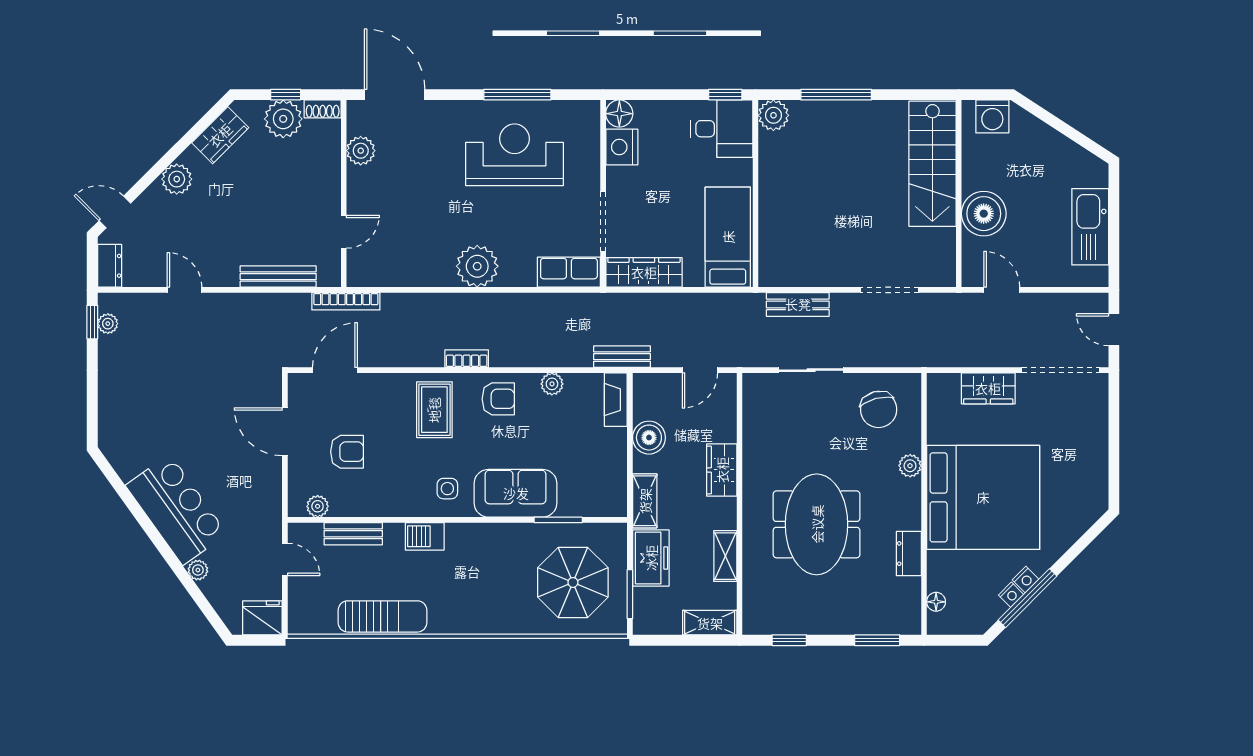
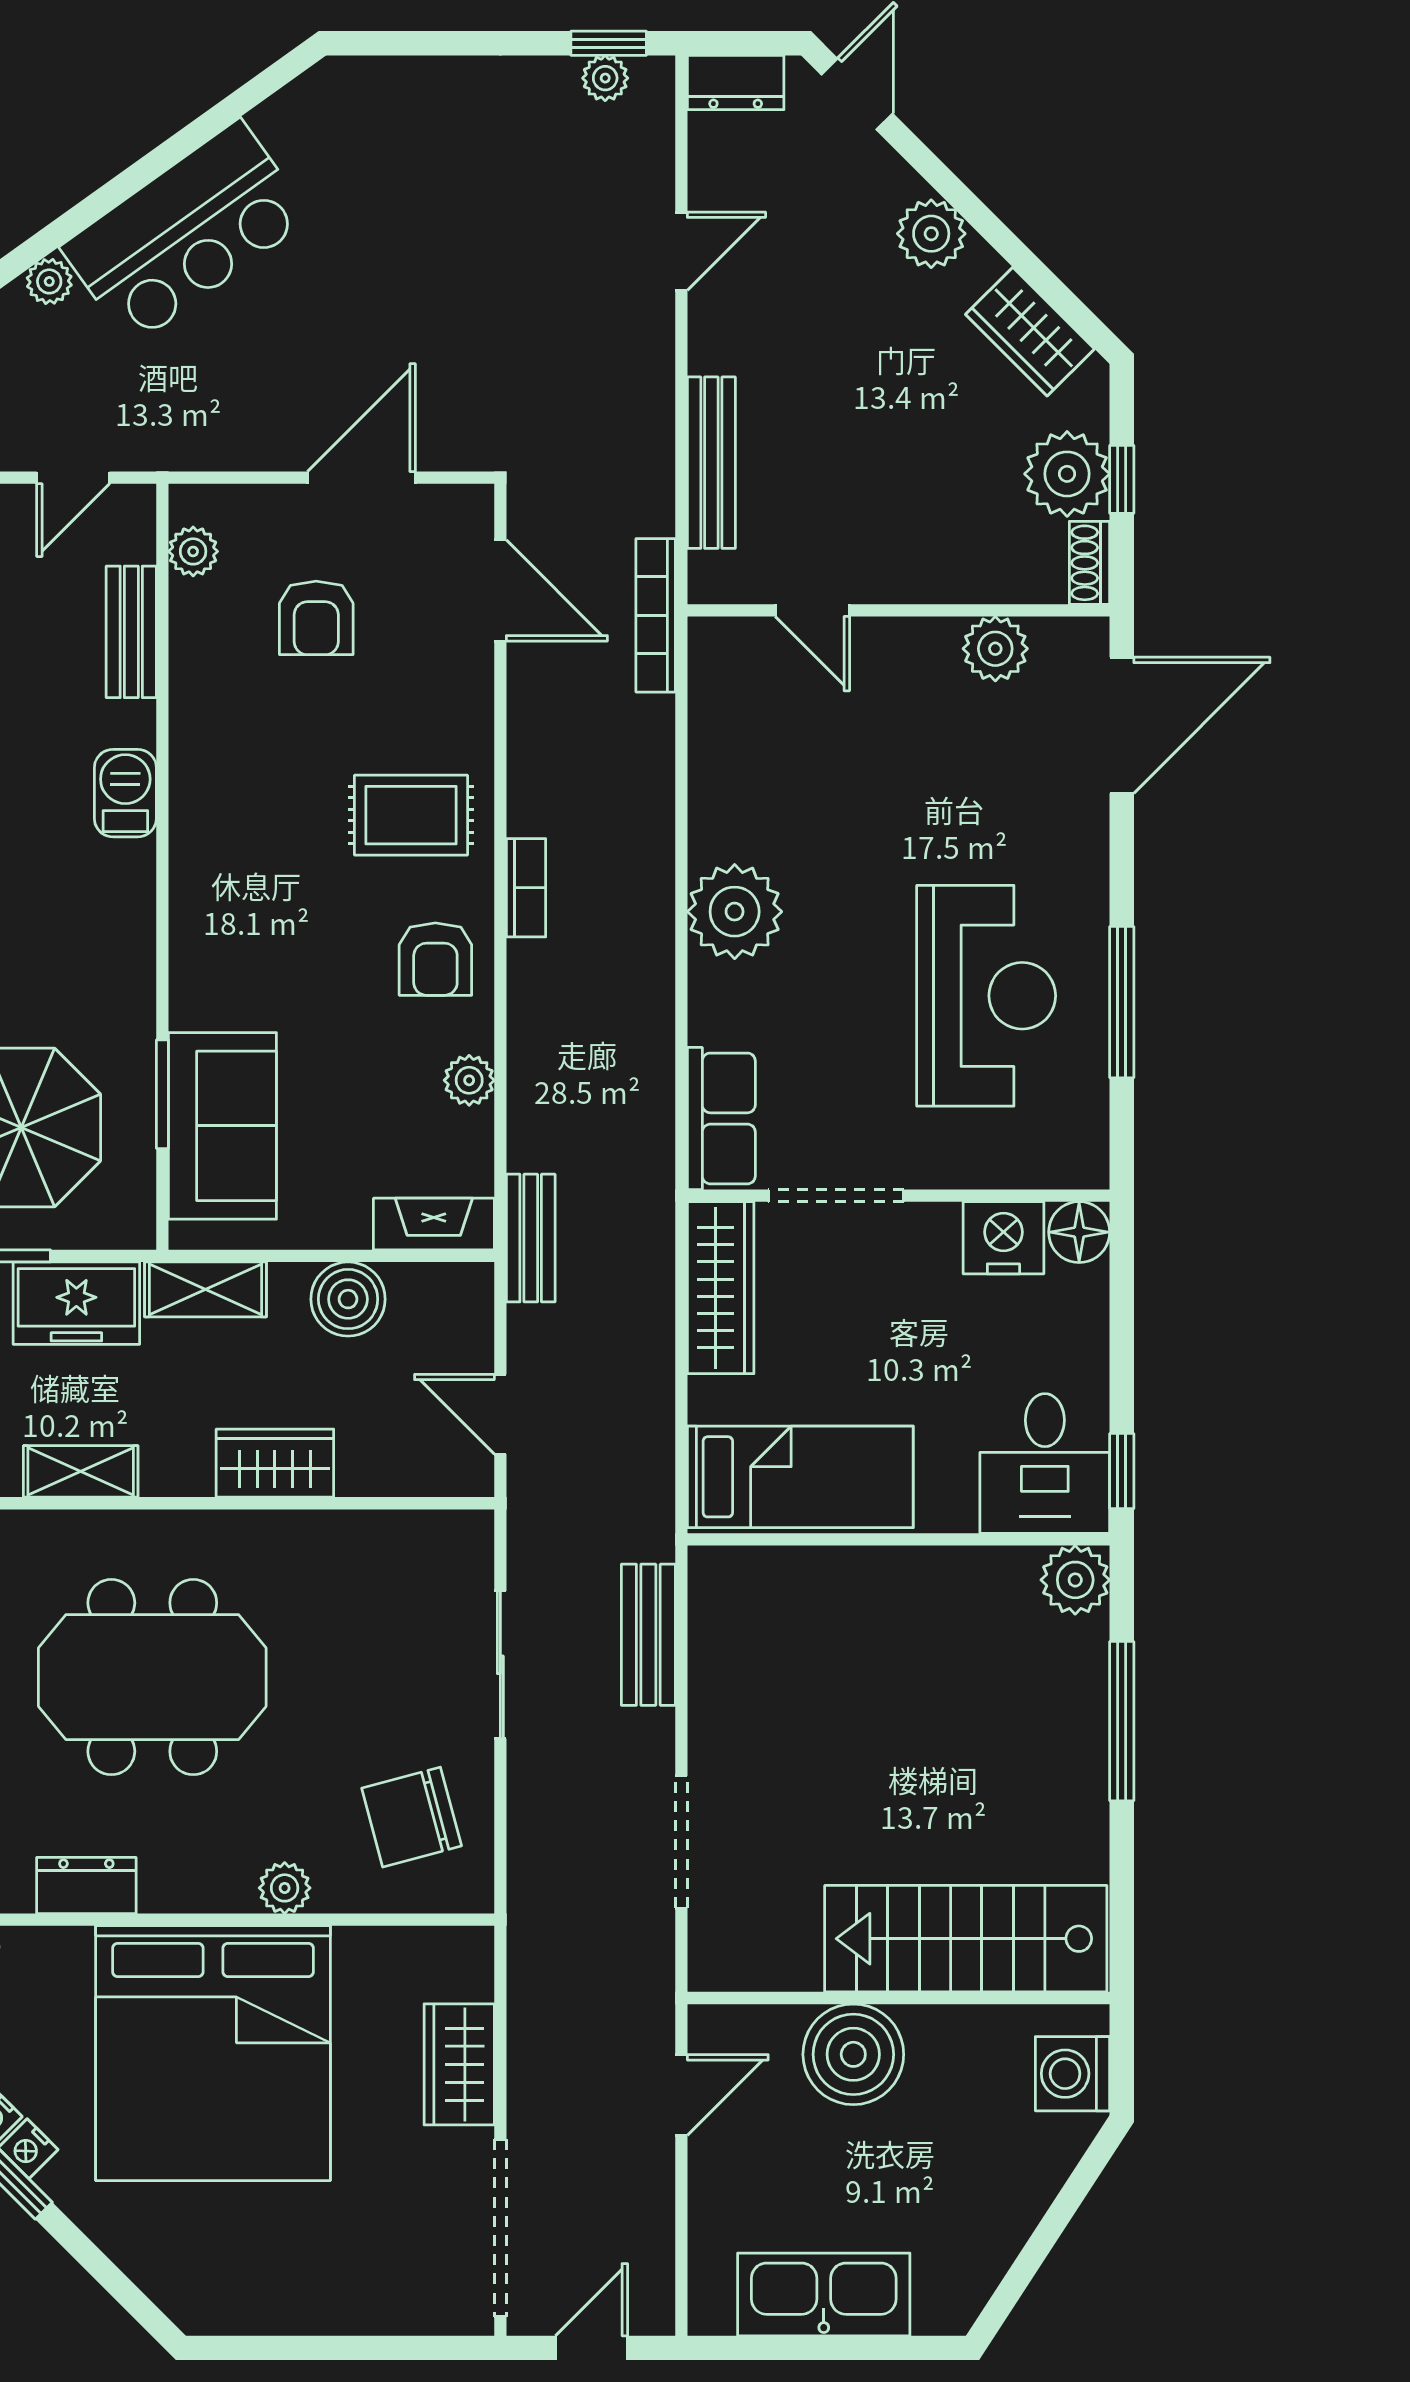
side table: (447, 489) -> (233, 844), removed
sofa: (516, 493) -> (222, 1126), moved

